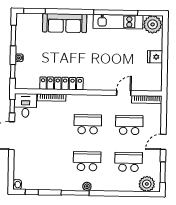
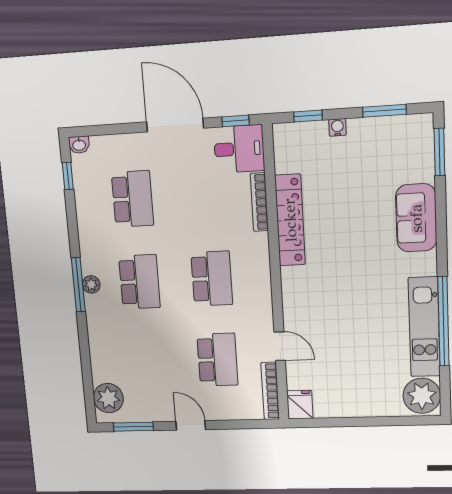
sofa: (65, 23) -> (416, 218), width x0.73
fridge: (155, 57) -> (300, 405), moved
school desk: (129, 162) -> (133, 199), moved
window: (75, 193) -> (78, 285), moved

